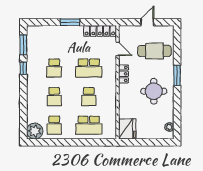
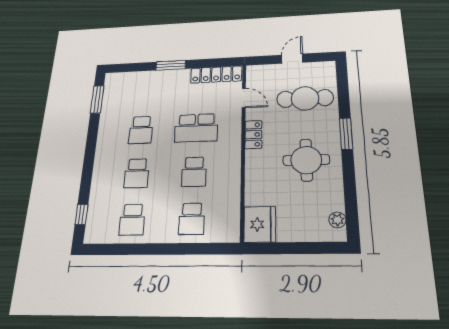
window: (23, 68) -> (82, 214), moved
school desk: (89, 125) -> (192, 219), width x0.54
plant: (35, 131) -> (98, 230), removed

